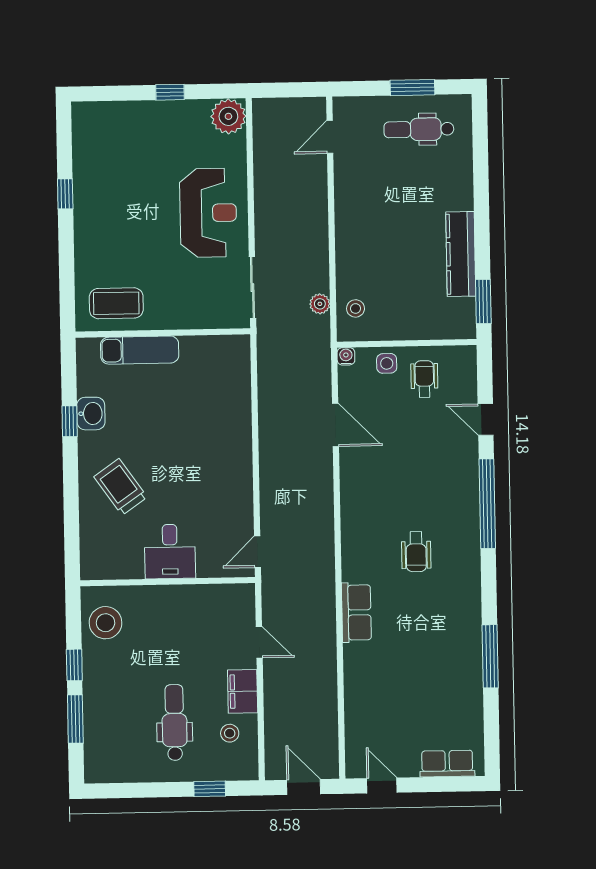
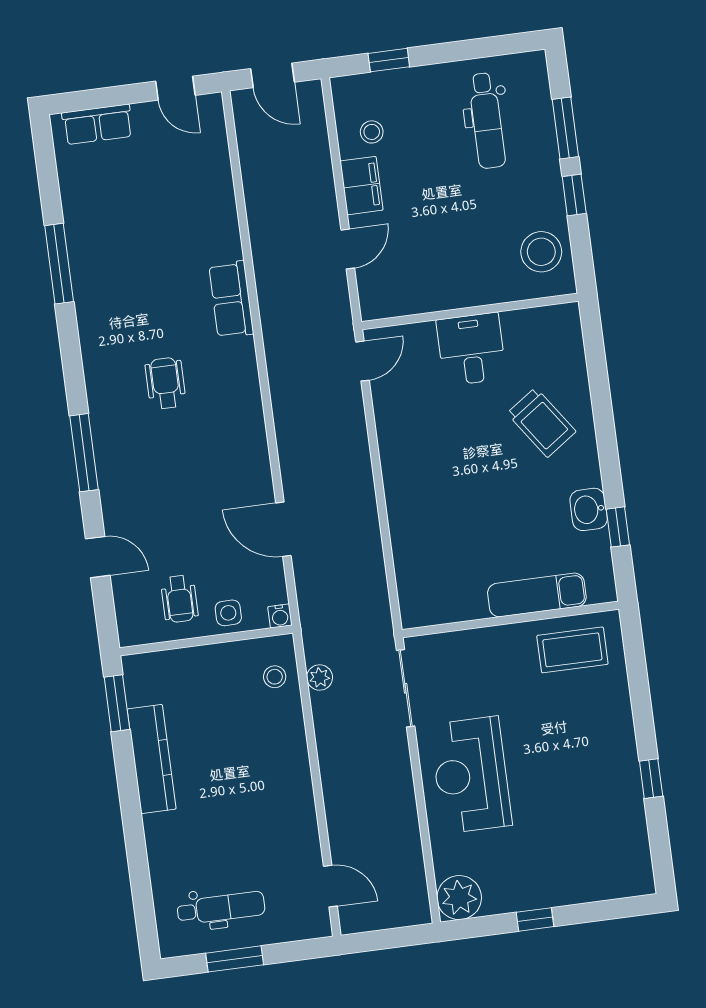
door: (330, 137) -> (330, 886), hinge flipped
window: (70, 421) -> (618, 527), moved
window: (487, 504) -> (84, 453), width x0.68
door: (259, 642) -> (348, 249), swing flipped
dental chair: (175, 723) -> (487, 121), moved

